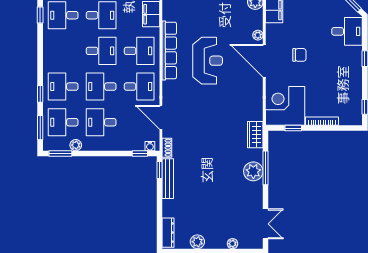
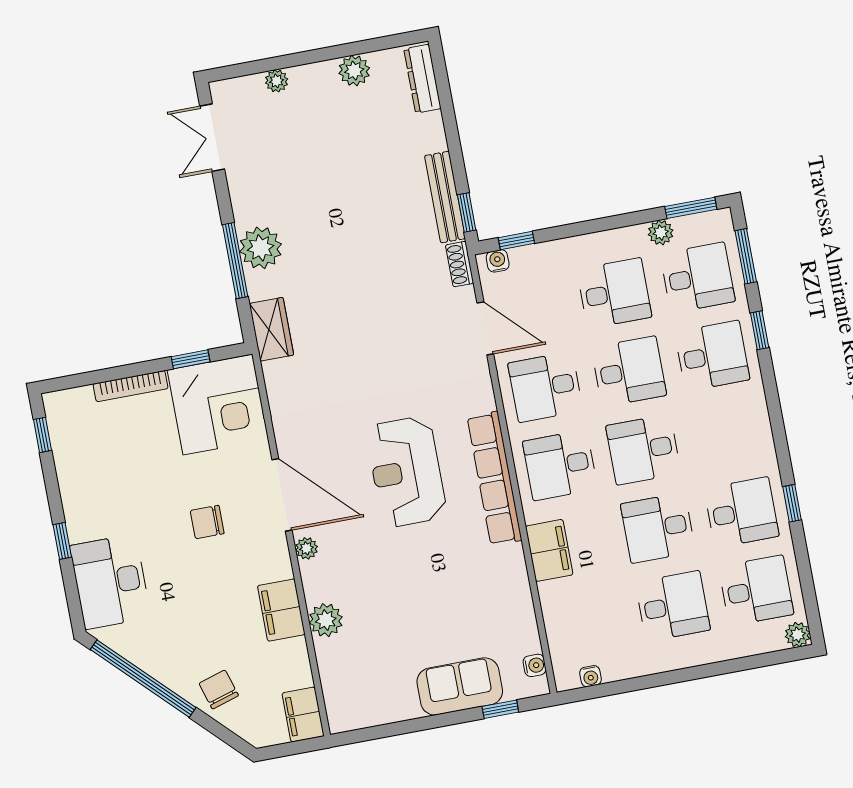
desk: (347, 31) -> (110, 582), width x1.37

